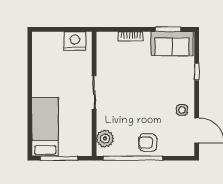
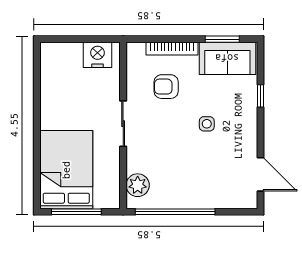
bookcase: (131, 36) -> (172, 49), width x1.56
side table: (182, 110) -> (207, 124), moved
bed: (45, 127) -> (66, 170), width x1.50
armchair: (148, 143) -> (166, 87), moved

